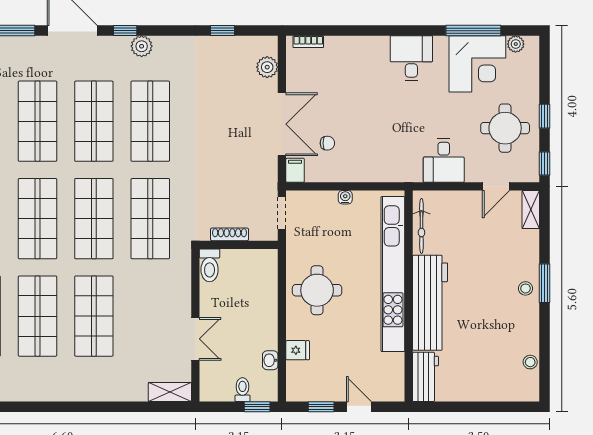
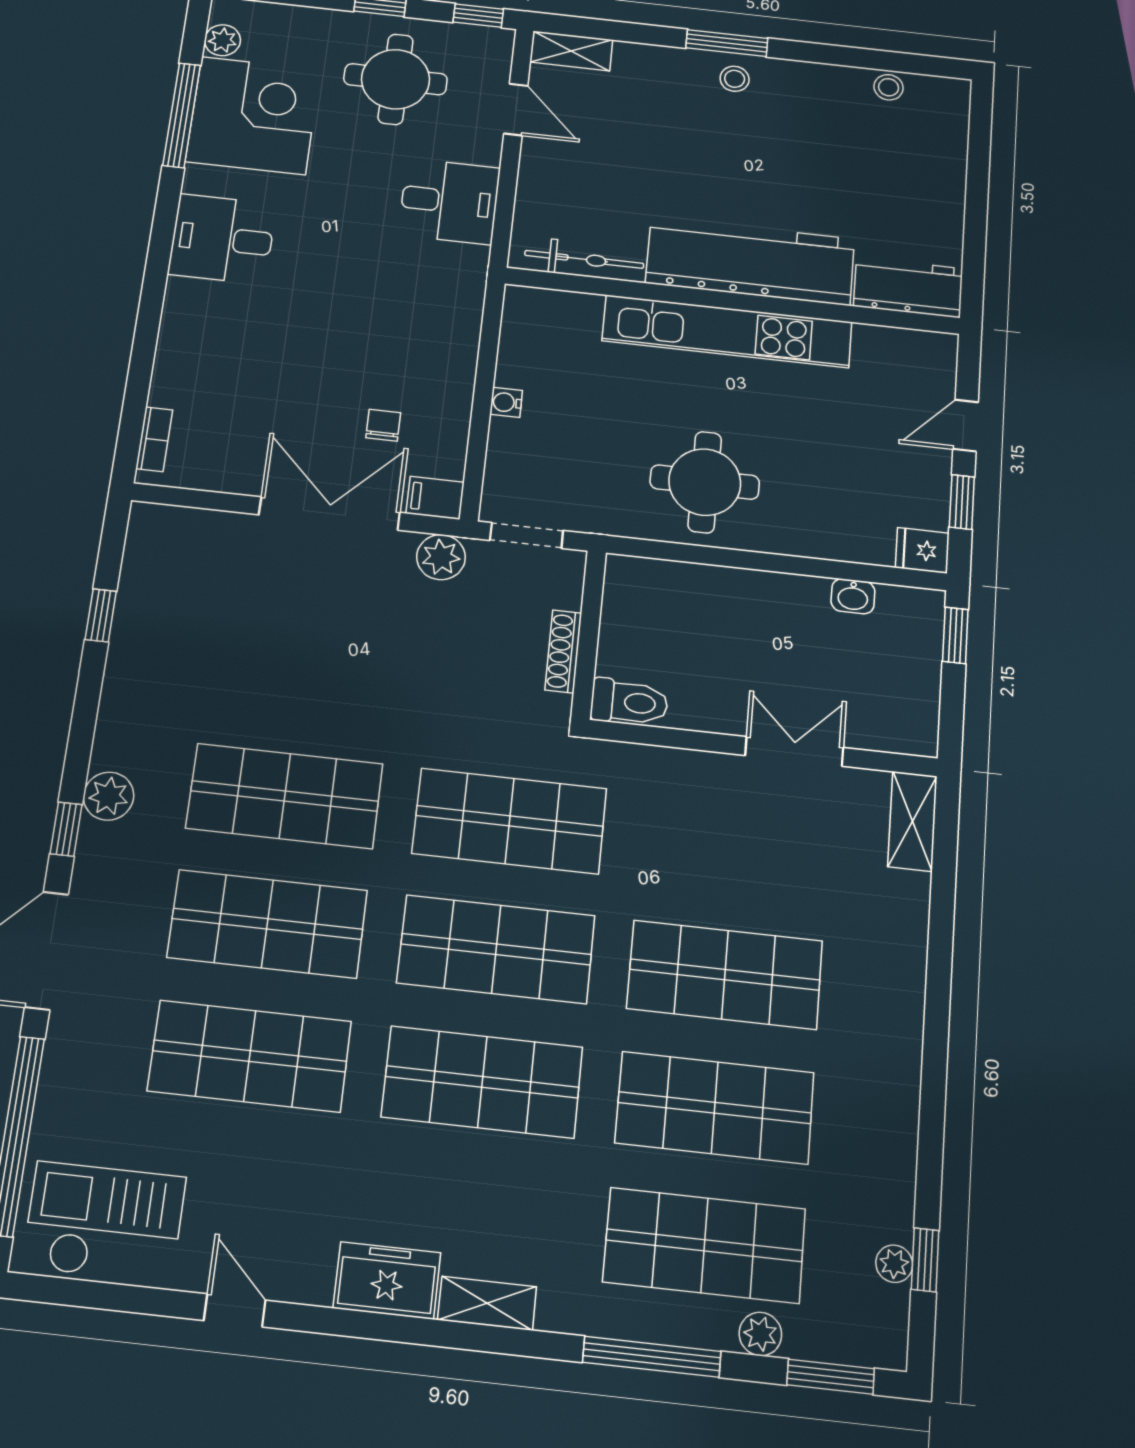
plant: (267, 67) -> (441, 557), moved
kitchen unit: (393, 274) -> (727, 331), width x0.73
fridge: (298, 350) -> (922, 550), moved, turned -90
toilet: (242, 390) -> (915, 662), removed

